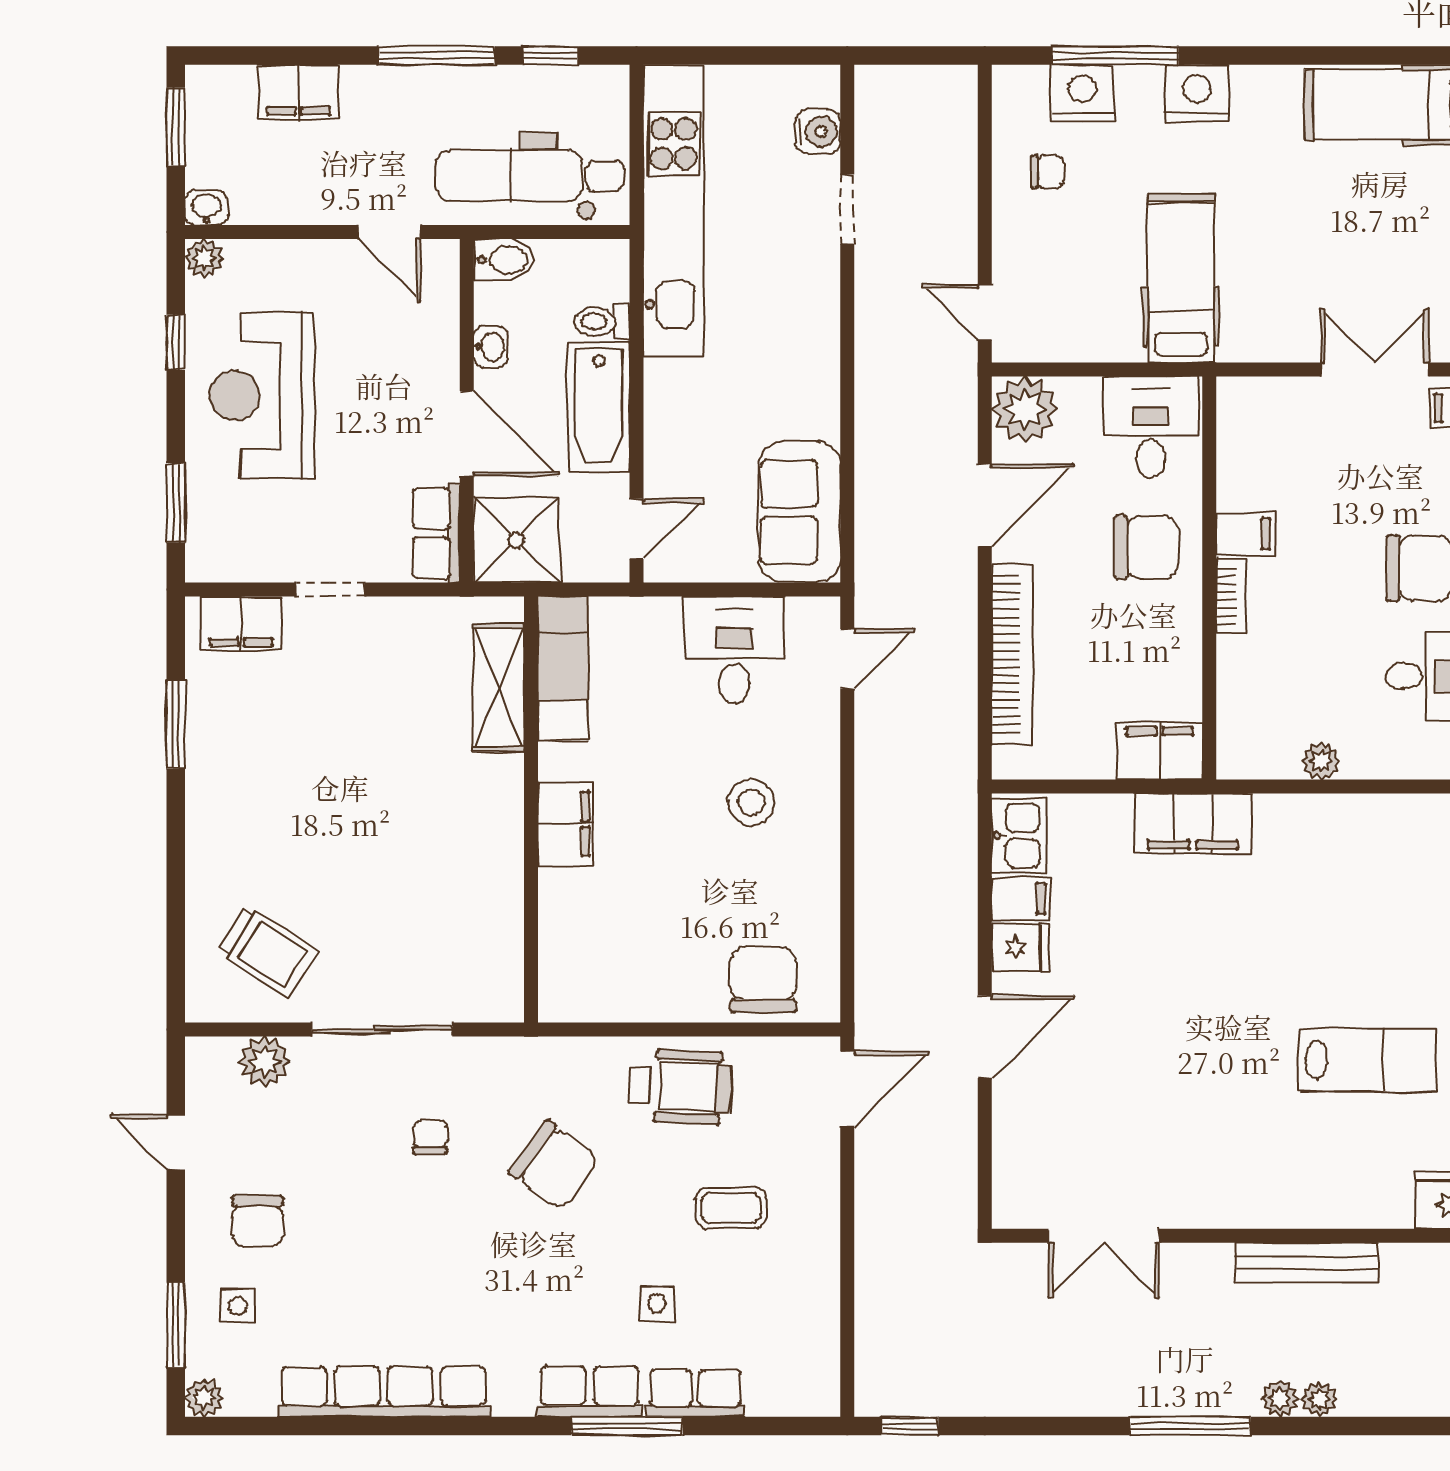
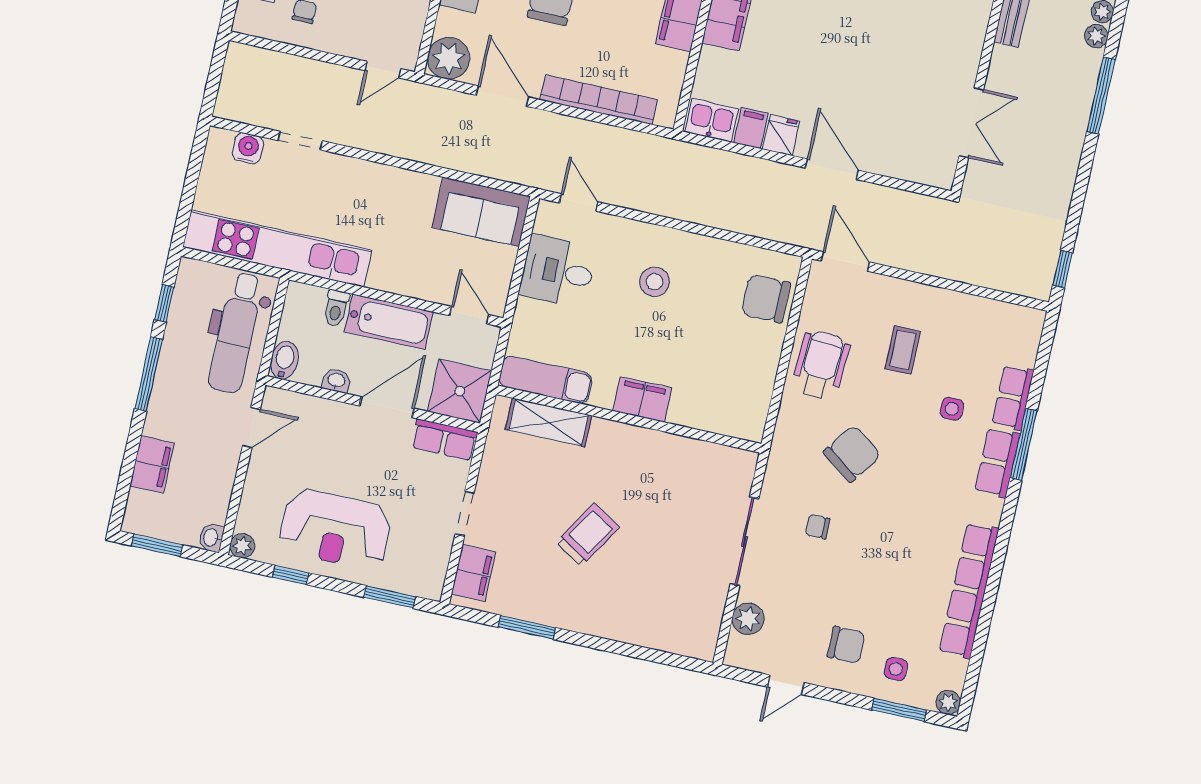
trolley: (268, 951) -> (588, 535), moved

